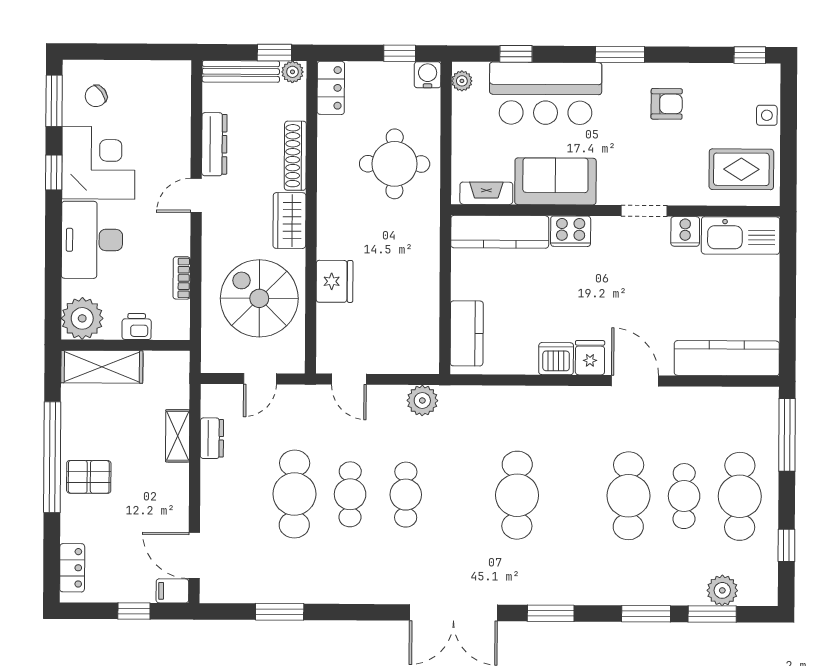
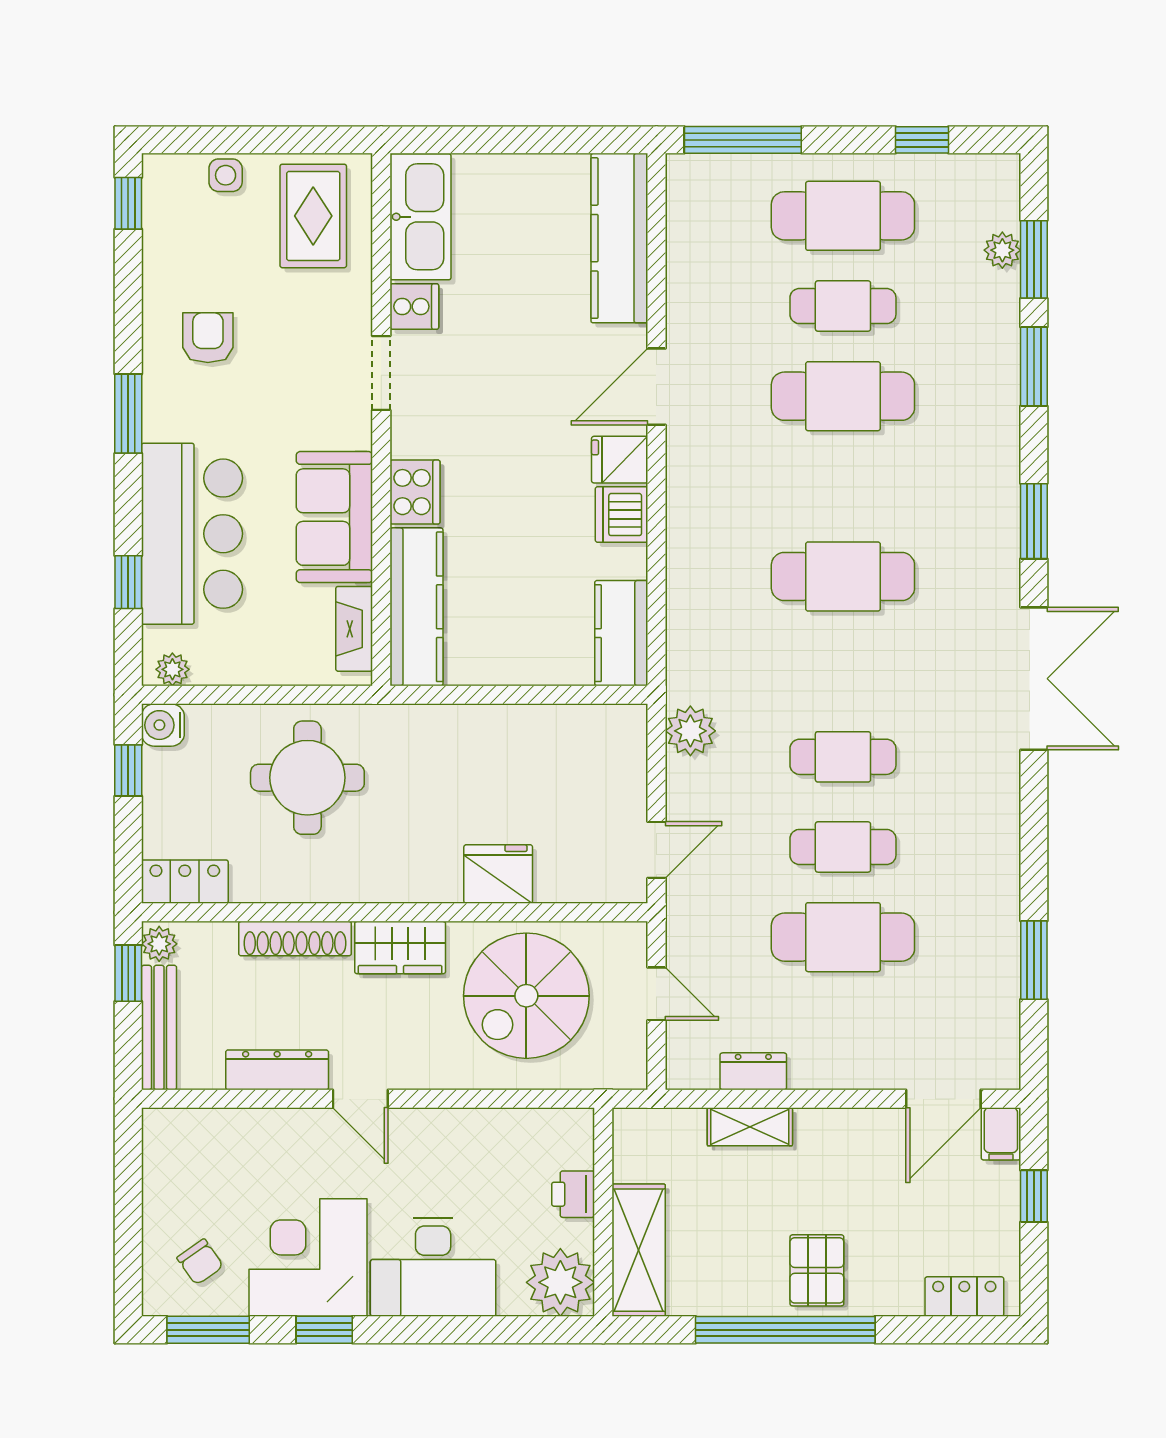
bookcase: (182, 278) -> (494, 1122), removed
kitchen counter: (467, 333) -> (621, 633), moved, turned -90
plant: (722, 590) -> (1002, 250), width x0.73, depth x0.73

